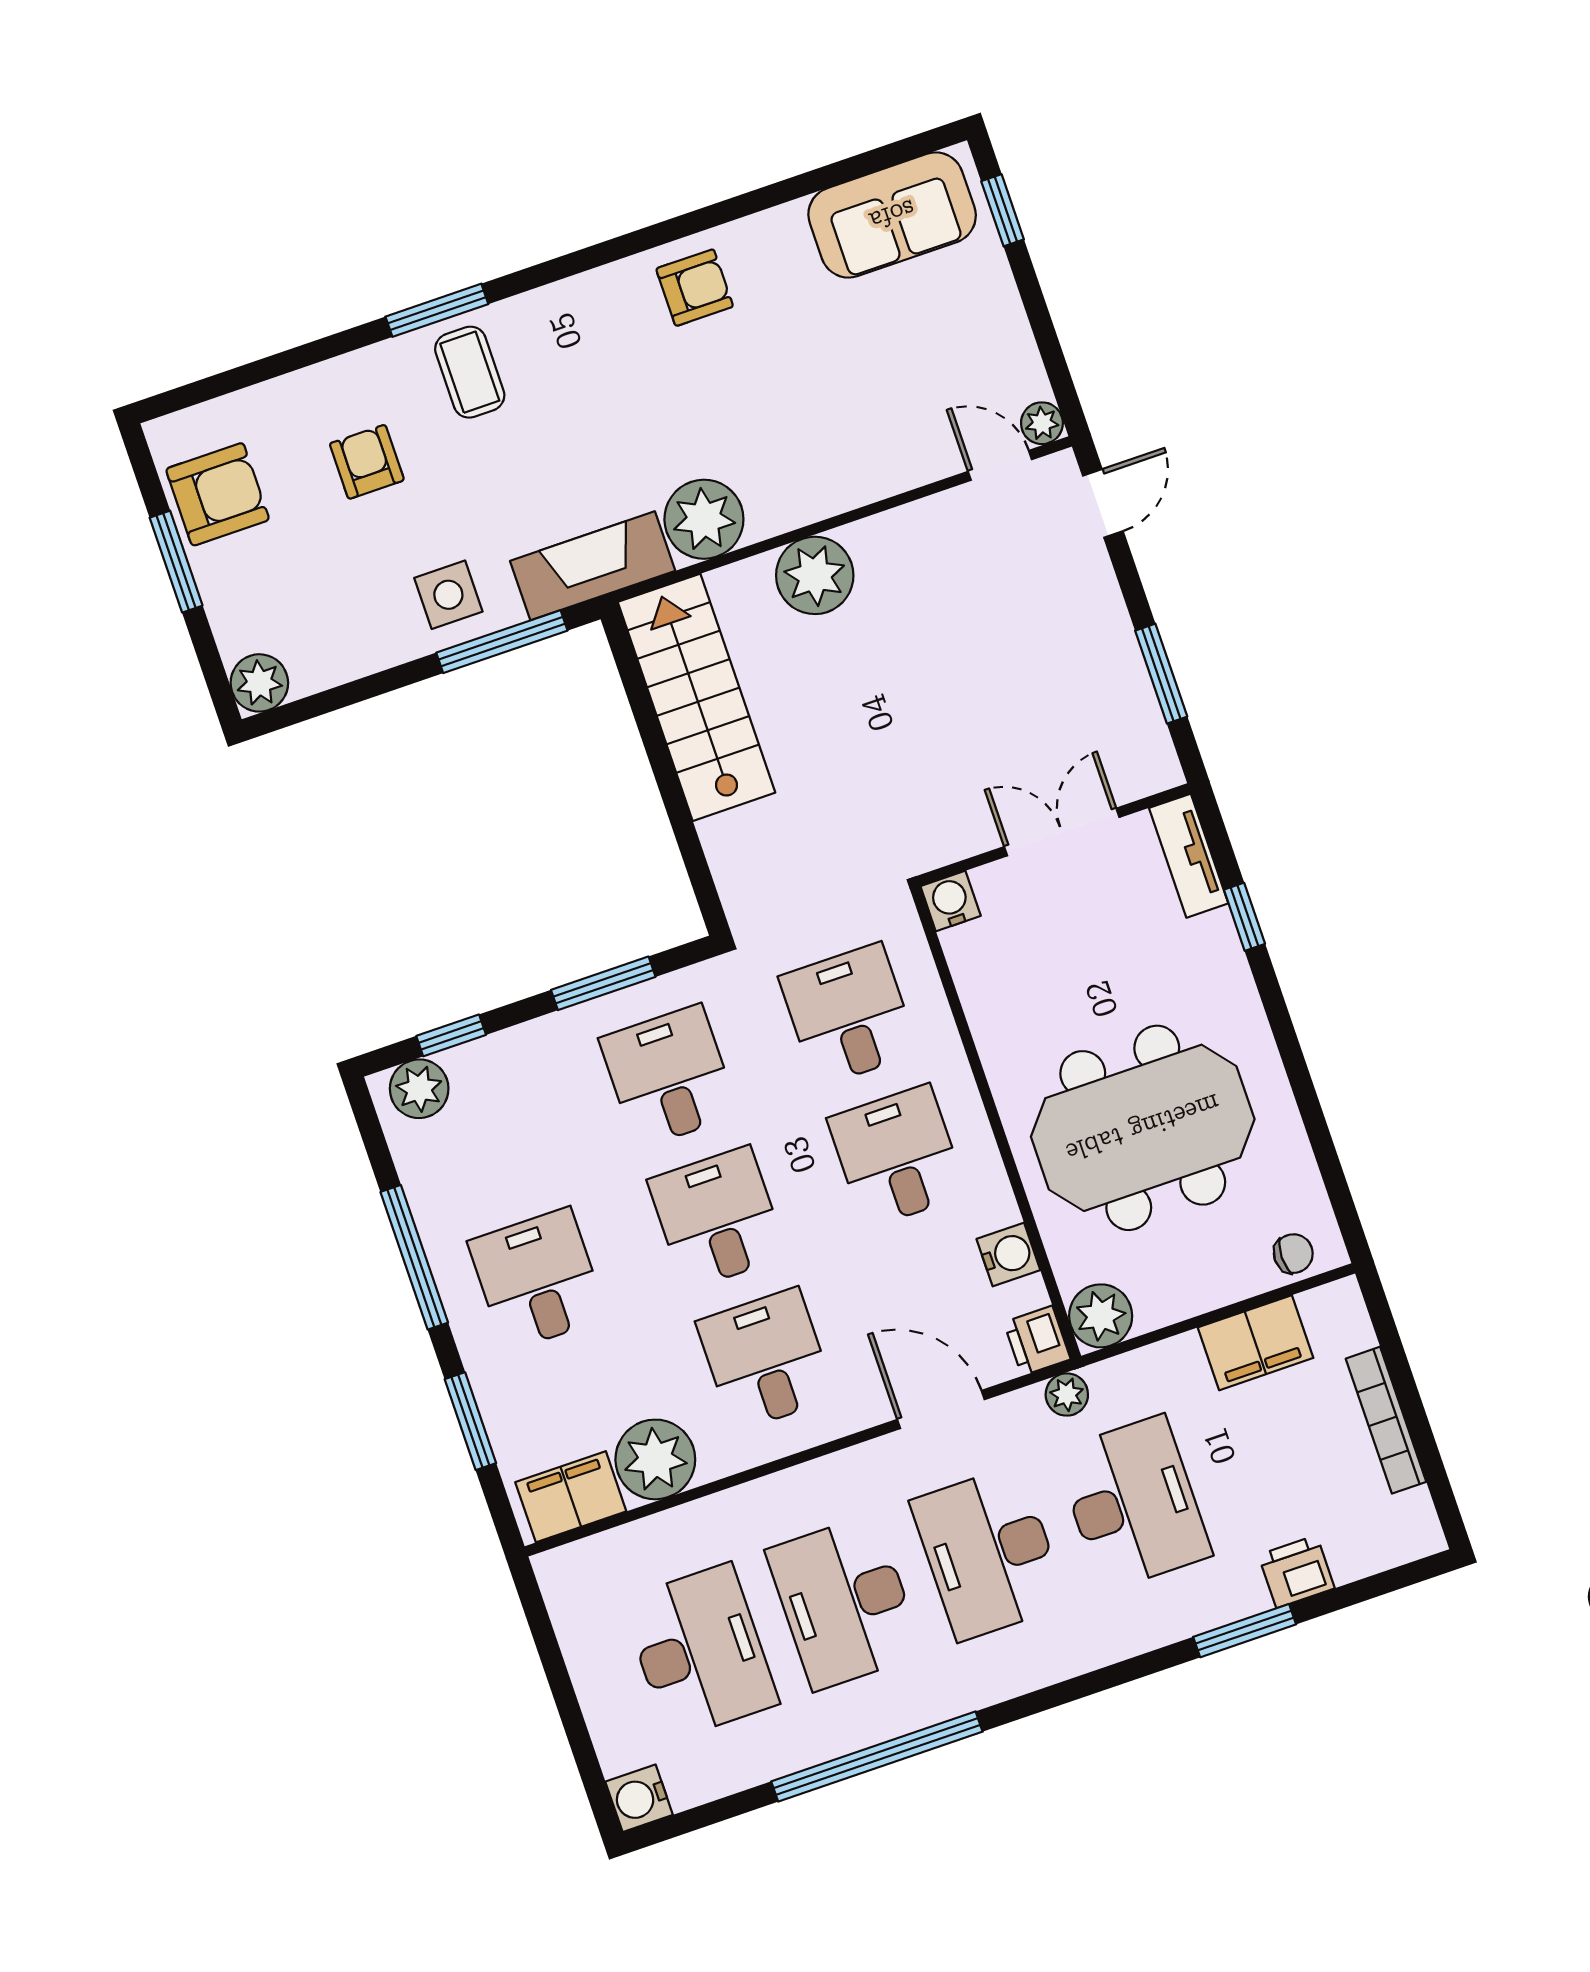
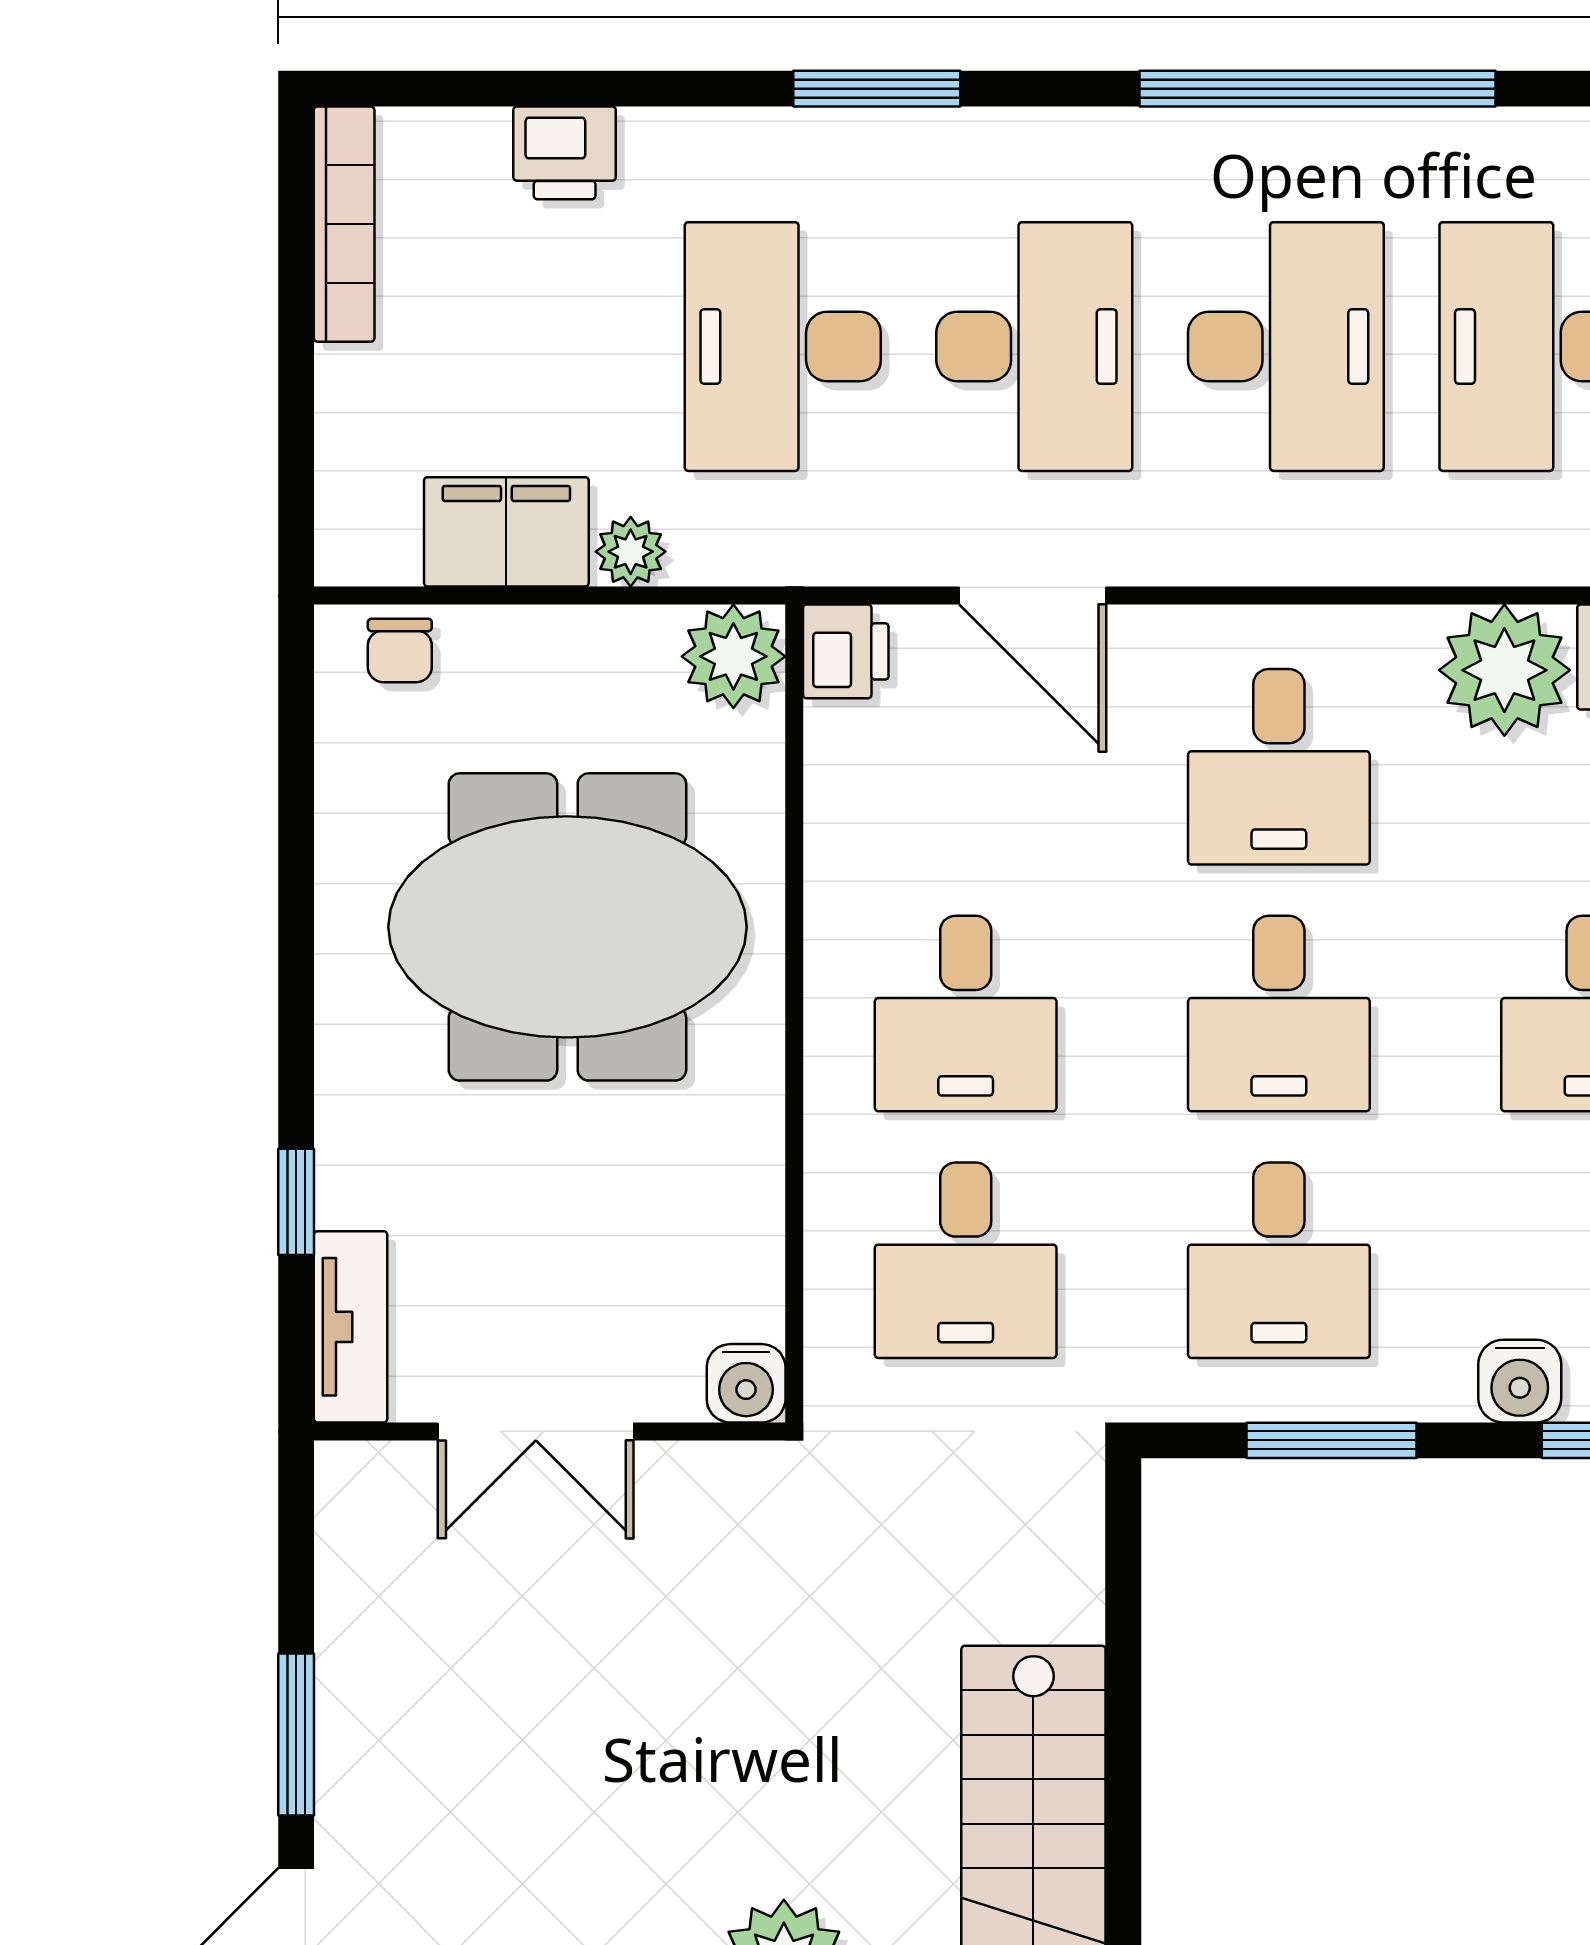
window: (1161, 674) -> (296, 1734), moved
water cooler: (1008, 1254) -> (1520, 1381), moved, turned -90
chair: (1293, 1254) -> (400, 650), turned -90
plant: (1067, 1395) -> (631, 552), moved
bookcase: (1386, 1420) -> (344, 224), moved
window: (1245, 1631) -> (877, 89), moved

